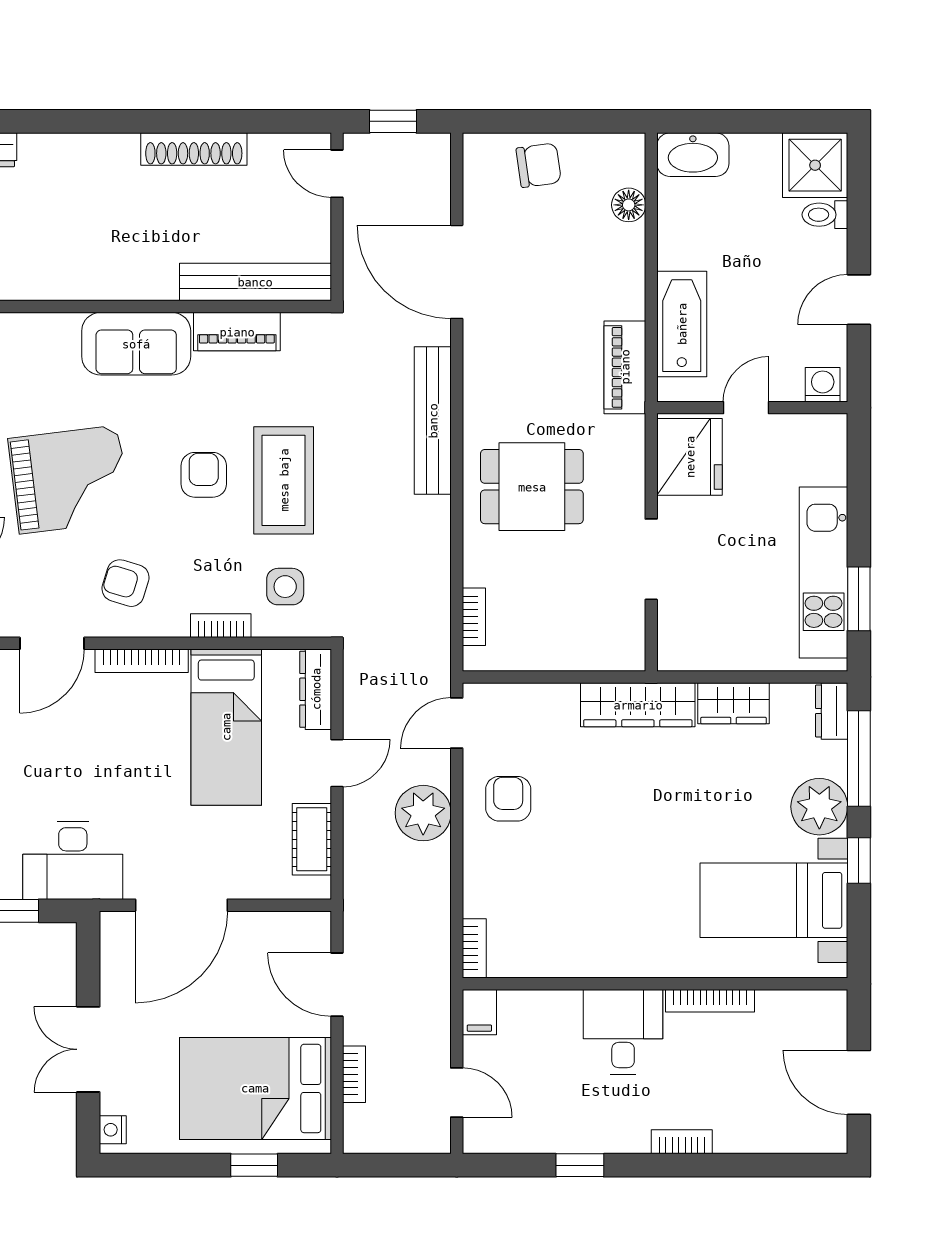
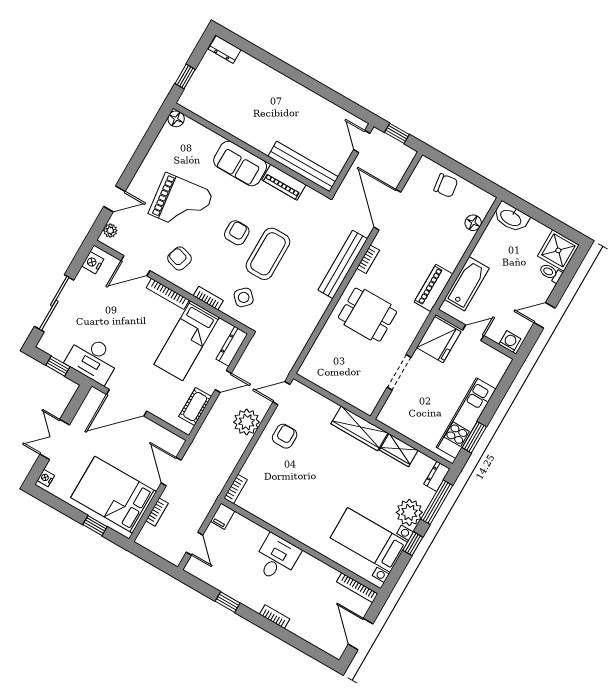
shoe rack: (194, 149) -> (309, 98), removed
side table: (285, 587) -> (244, 297), turned 45
bookcase: (474, 617) -> (368, 259), moved
bookcase: (710, 1001) -> (357, 588), moved

